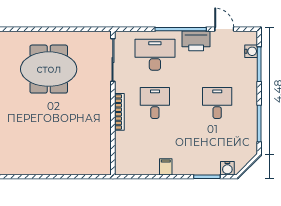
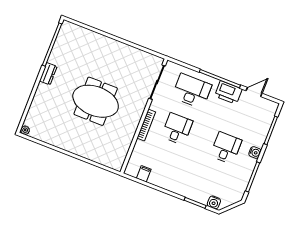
door: (224, 29) -> (254, 92), hinge flipped
water cooler: (251, 51) -> (255, 153), moved
meeting table: (49, 69) -> (96, 101), moved
filing cabinet: (166, 167) -> (144, 174), moved

